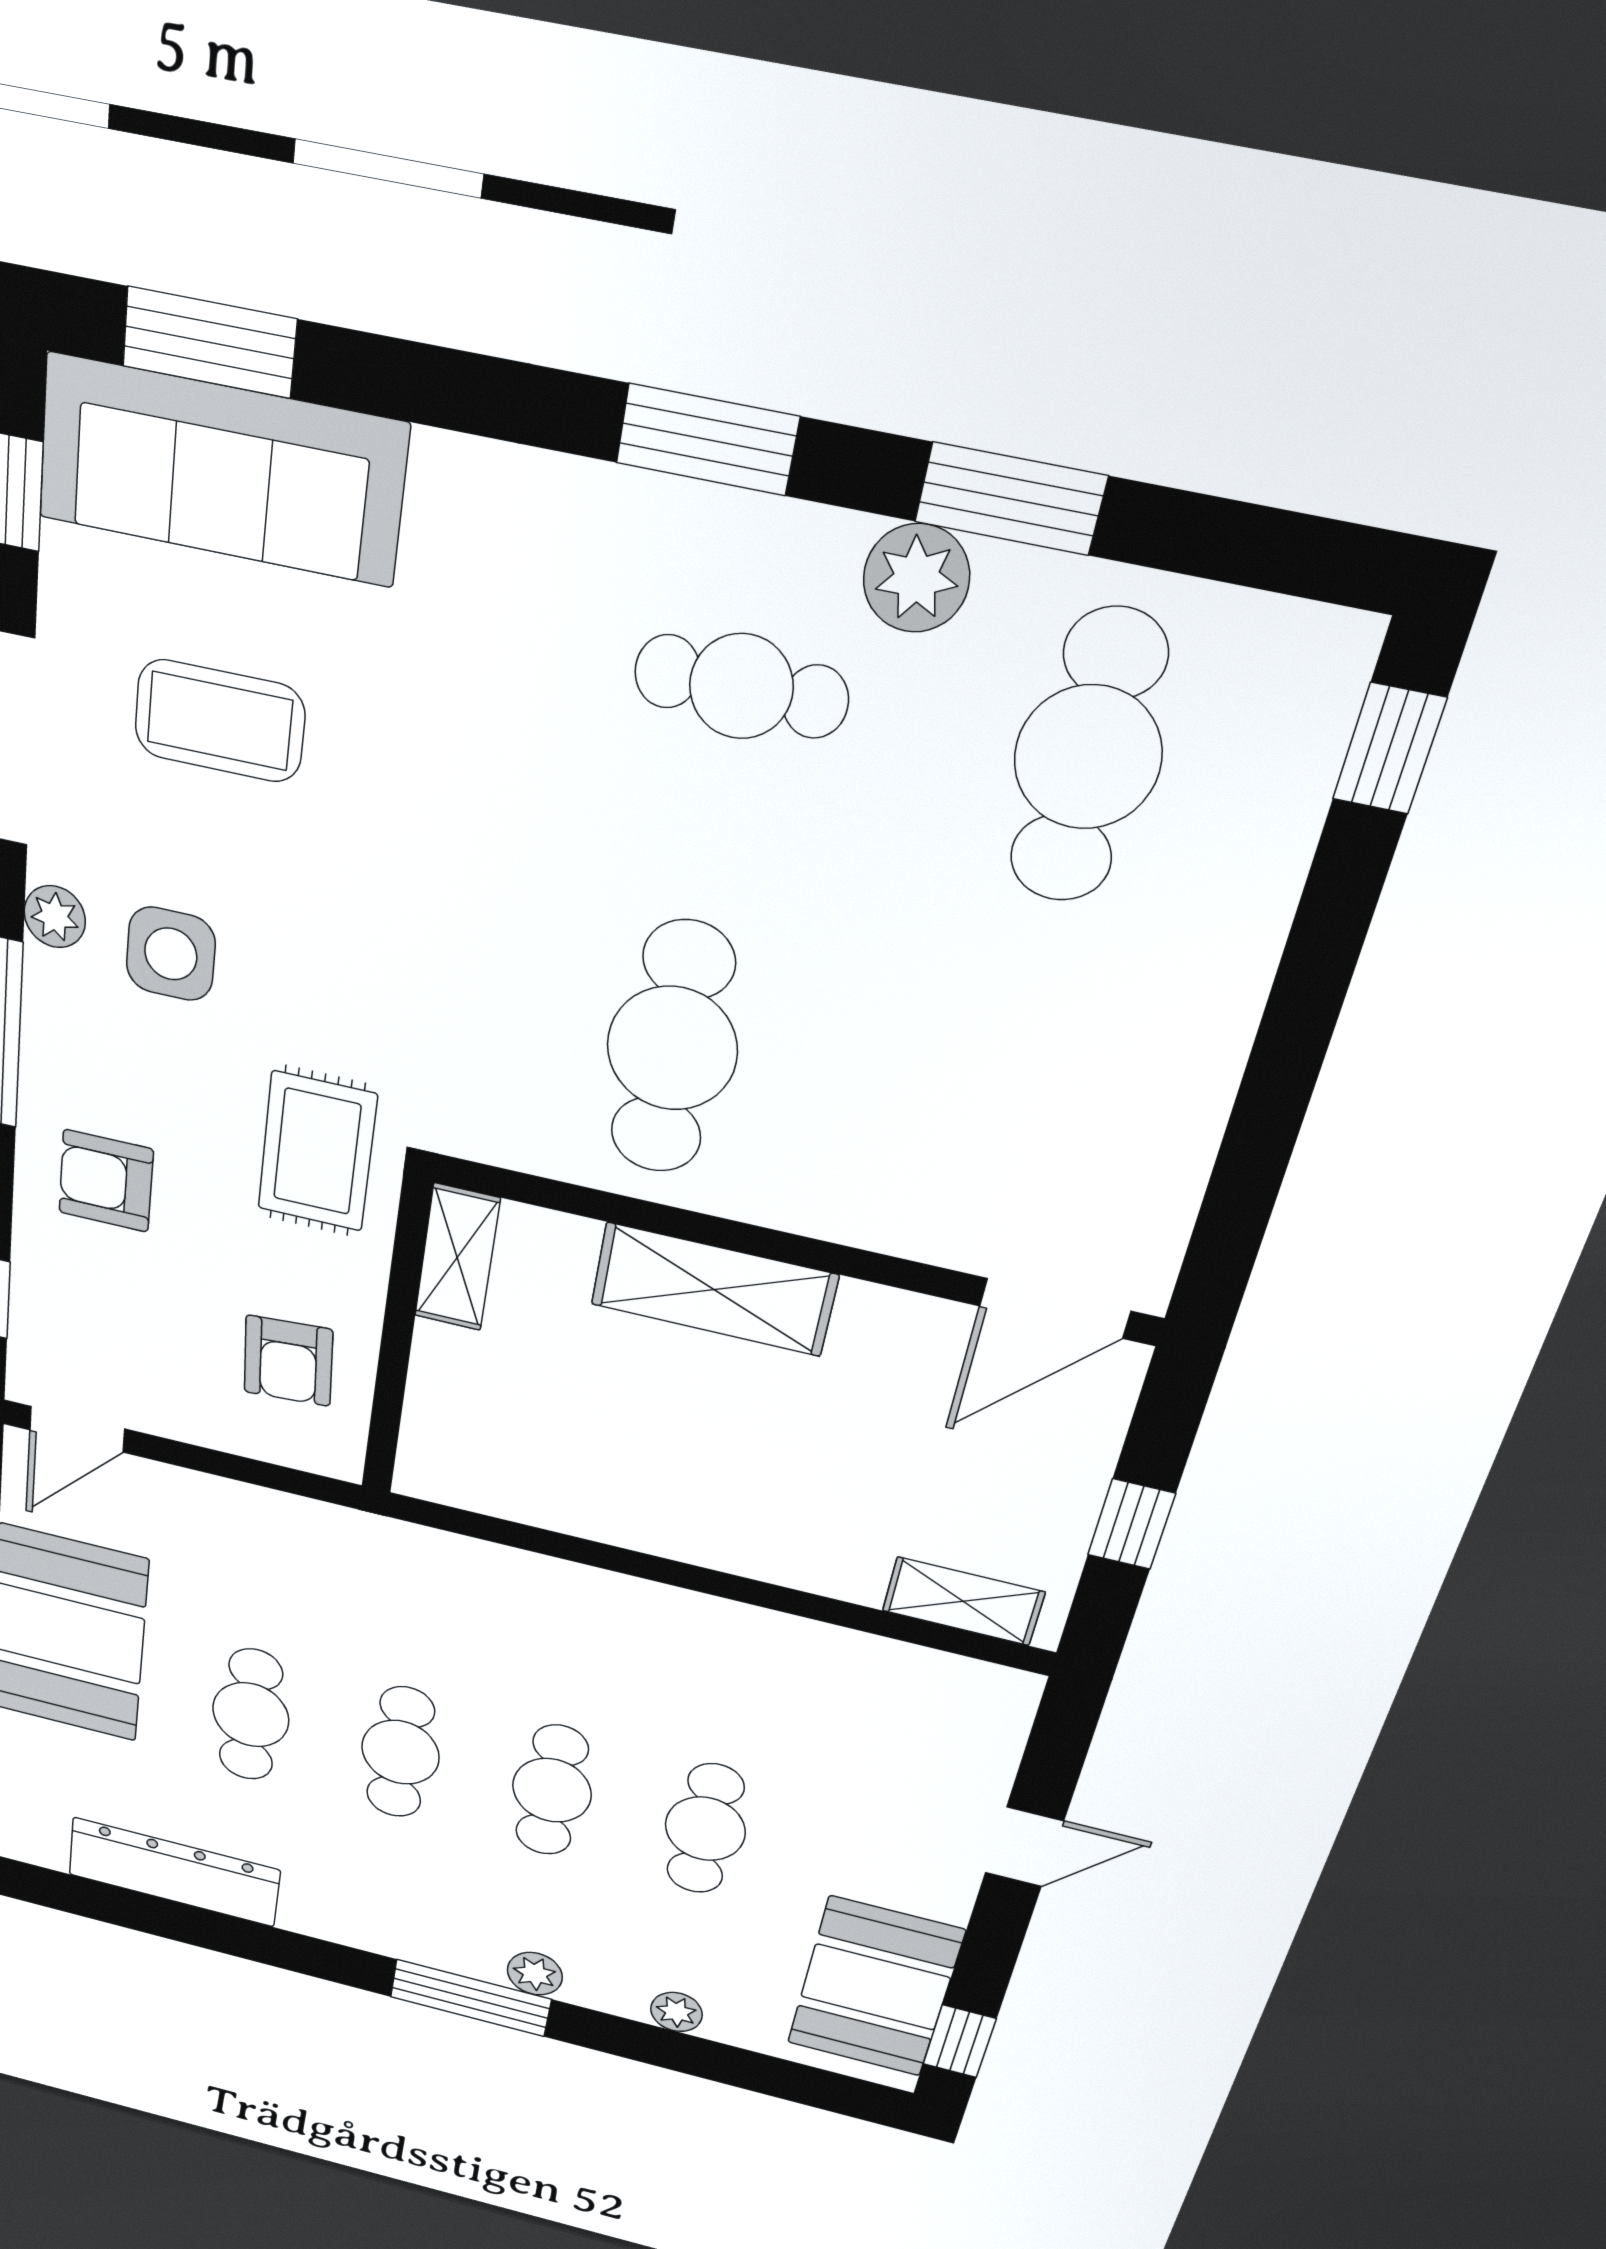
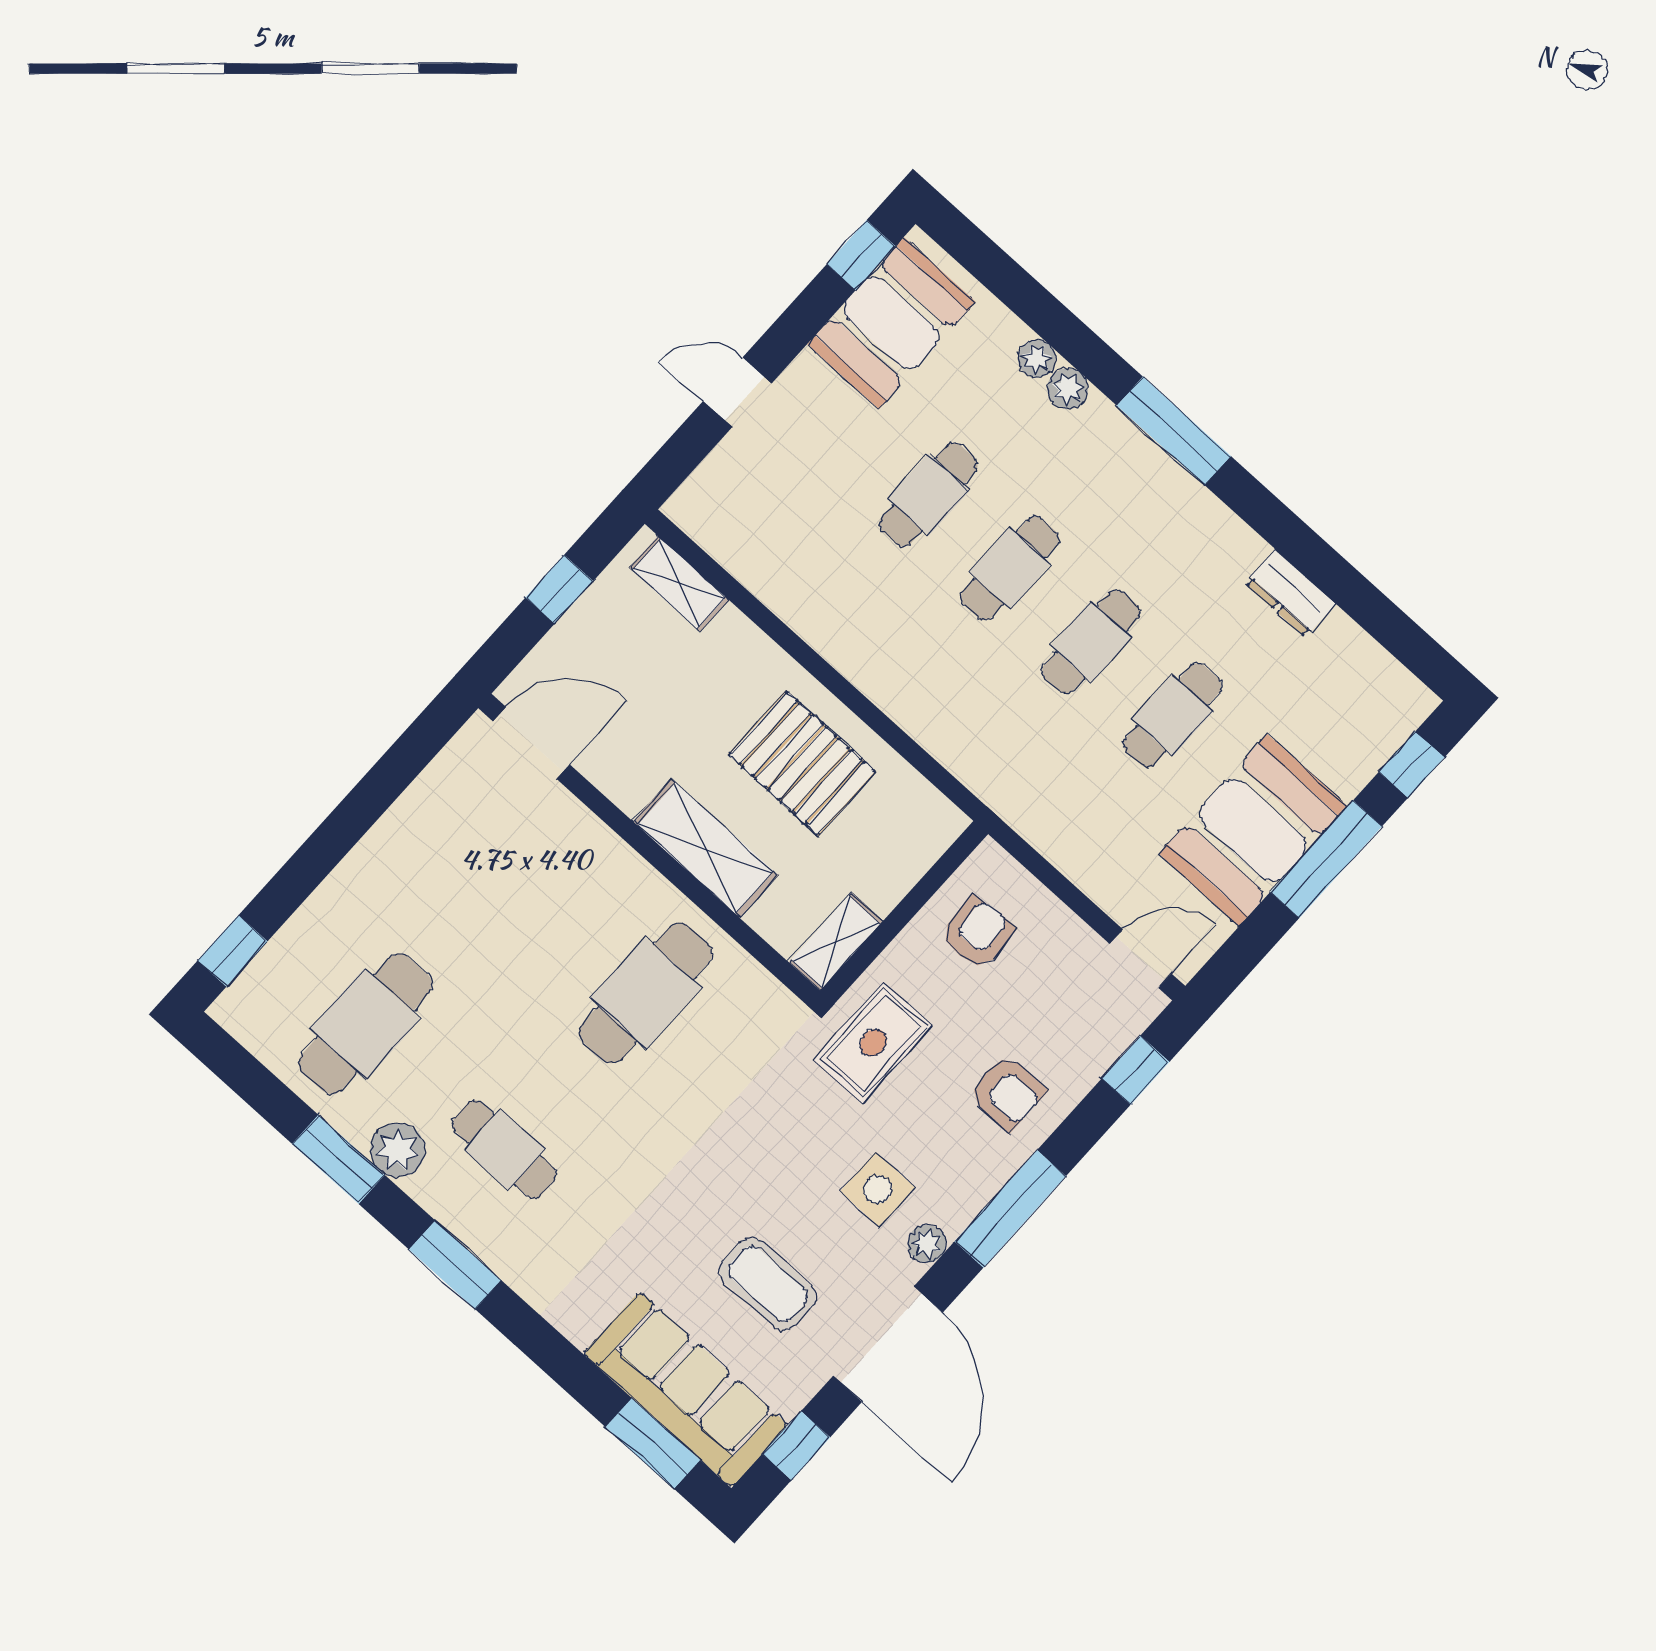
pallet: (655, 1459) -> (802, 763), added
dresser: (174, 1872) -> (1290, 593), width x0.51, depth x0.80
plant: (535, 1974) -> (1068, 389), moved

